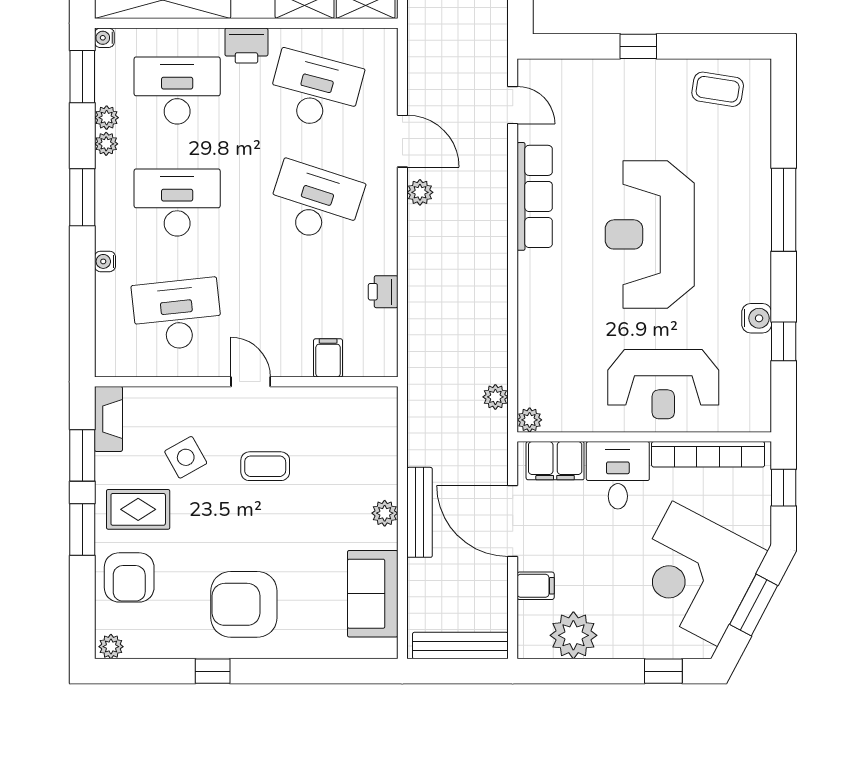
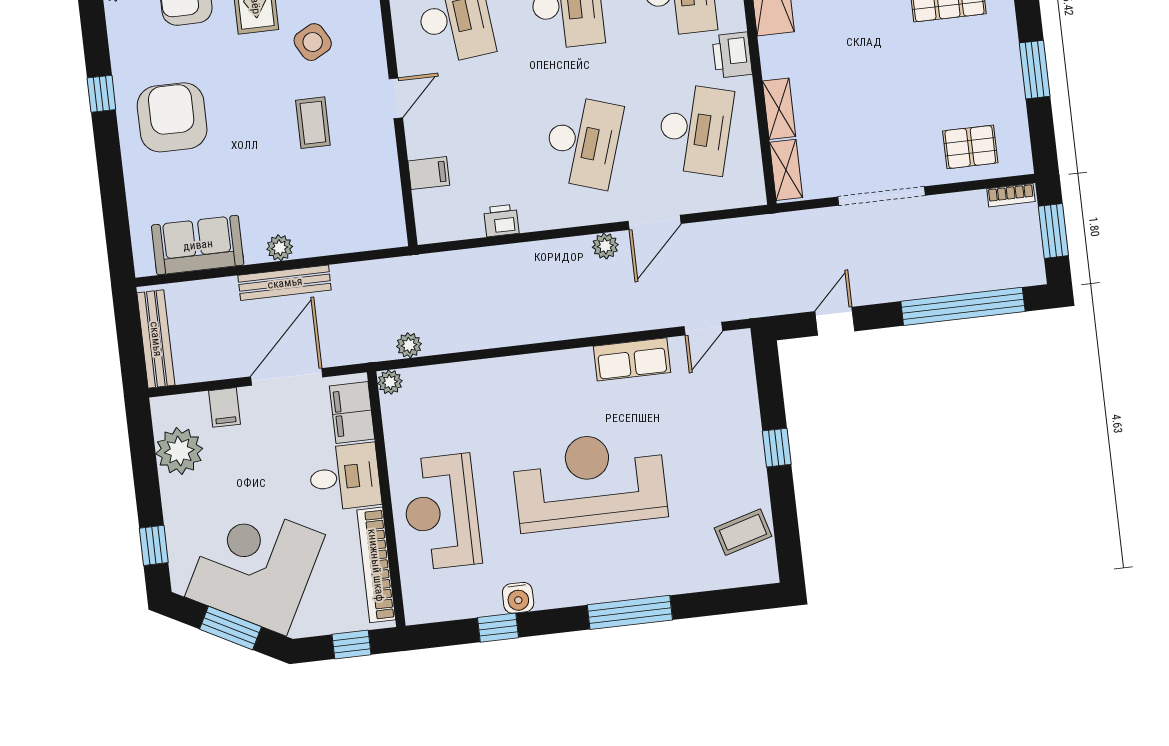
coffee table: (718, 89) -> (743, 532), turned 65
row of seats: (535, 196) -> (632, 359), width x0.68

